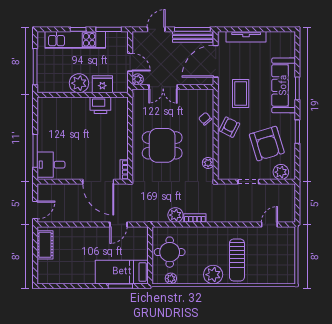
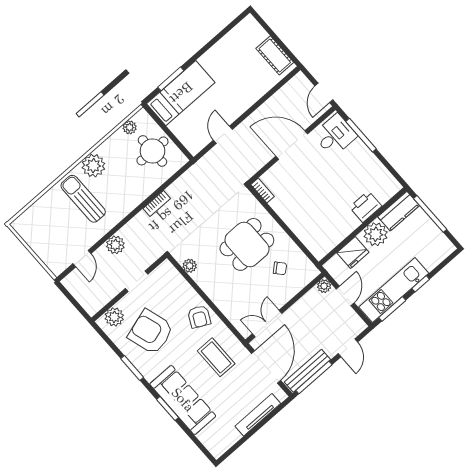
kitchen unit: (75, 40) -> (394, 290), moved
door: (130, 62) -> (345, 296), swing flipped
kitchen counter: (53, 85) -> (399, 211), added
double door: (163, 87) -> (267, 324), moved
printer: (100, 105) -> (366, 207), moved
chair: (205, 119) -> (280, 268), moved
door: (98, 182) -> (292, 145), moved
door: (35, 210) -> (324, 93), moved
plant: (175, 215) -> (115, 245), moved

